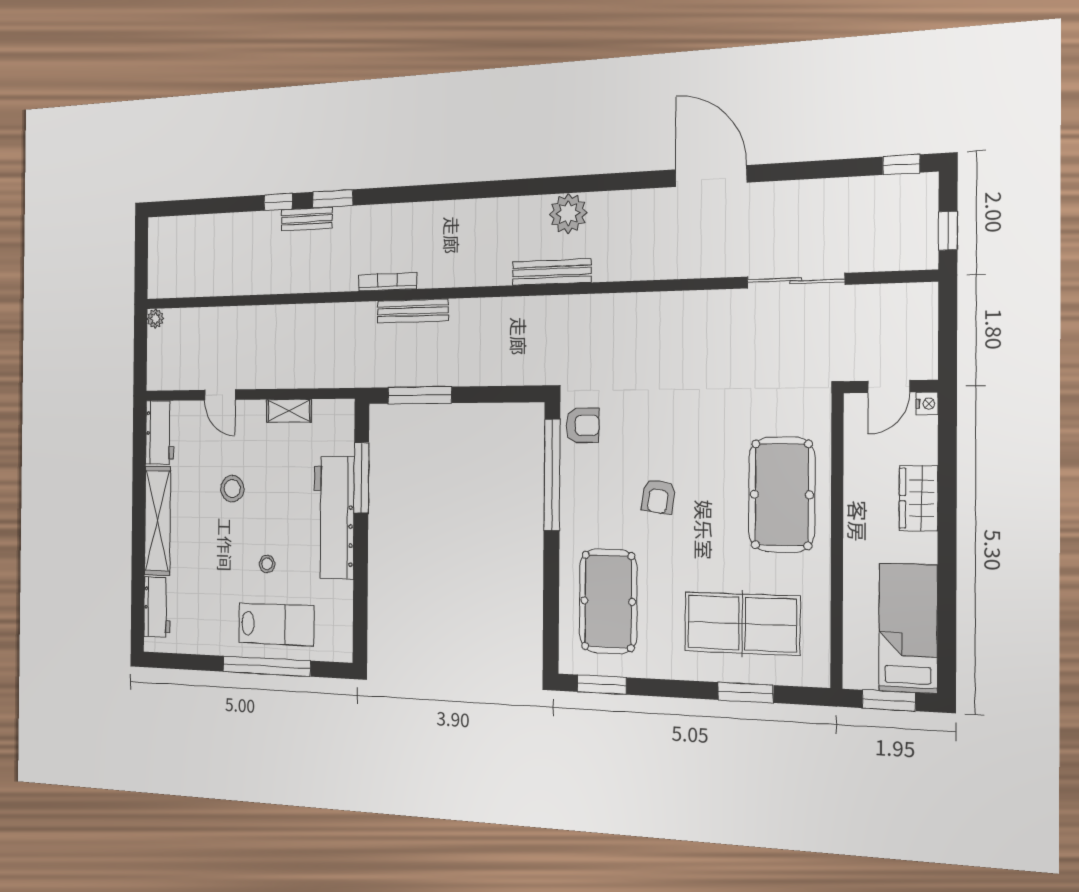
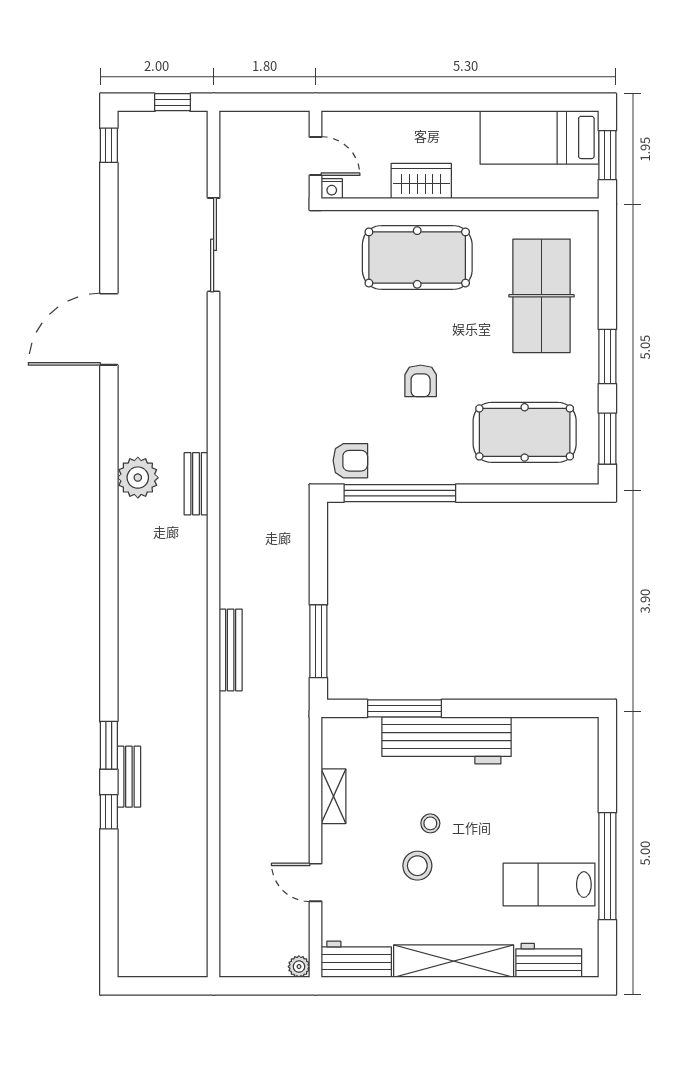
bench: (552, 272) -> (196, 484), width x0.73
bookcase: (388, 282) -> (199, 679), removed
plant: (155, 319) -> (299, 967), moved
door: (220, 395) -> (316, 882), swing flipped
nightstand: (927, 404) -> (332, 189), moved, turned 180
armchair: (583, 425) -> (350, 461), turned 90
armchair: (658, 497) -> (421, 381), turned 83
wardrobe: (919, 498) -> (421, 181), moved, turned 180
stool: (267, 564) -> (430, 823), moved
lab bench: (276, 624) -> (549, 885), moved, turned -90
window: (266, 666) -> (607, 866), moved
window: (746, 692) -> (607, 357), moved

